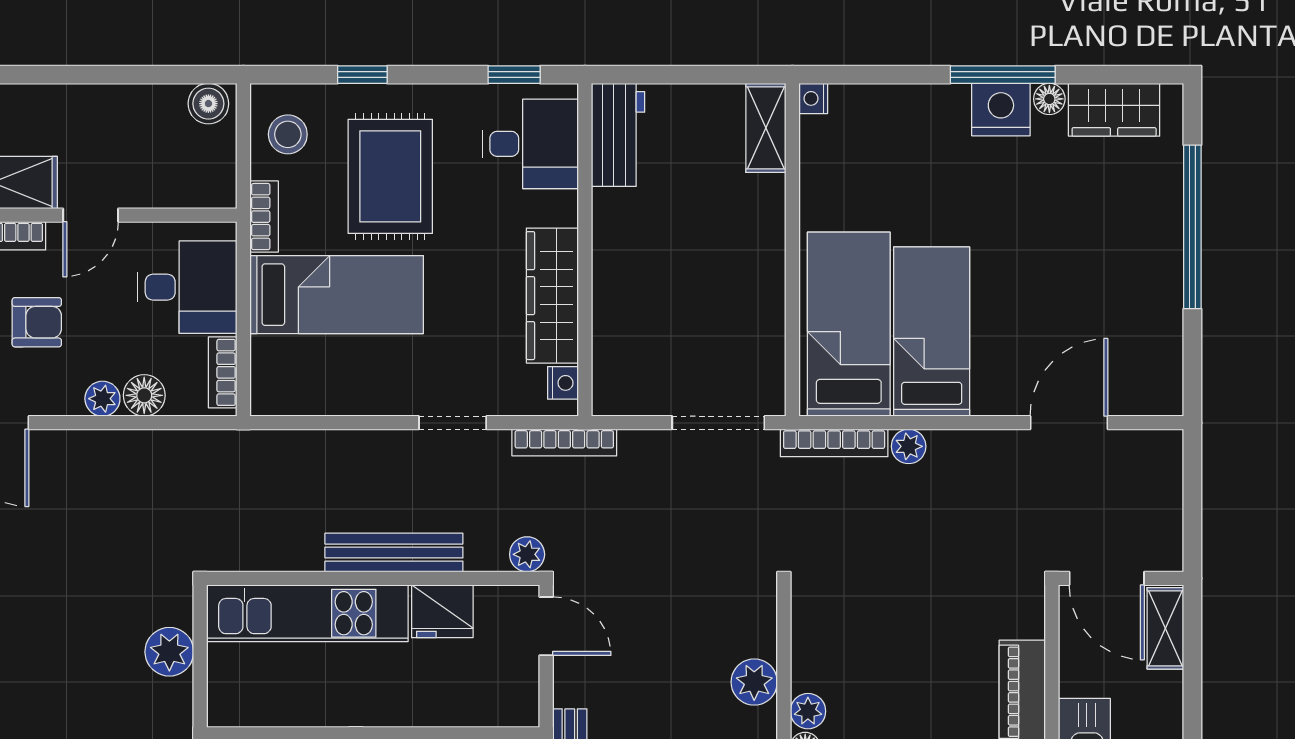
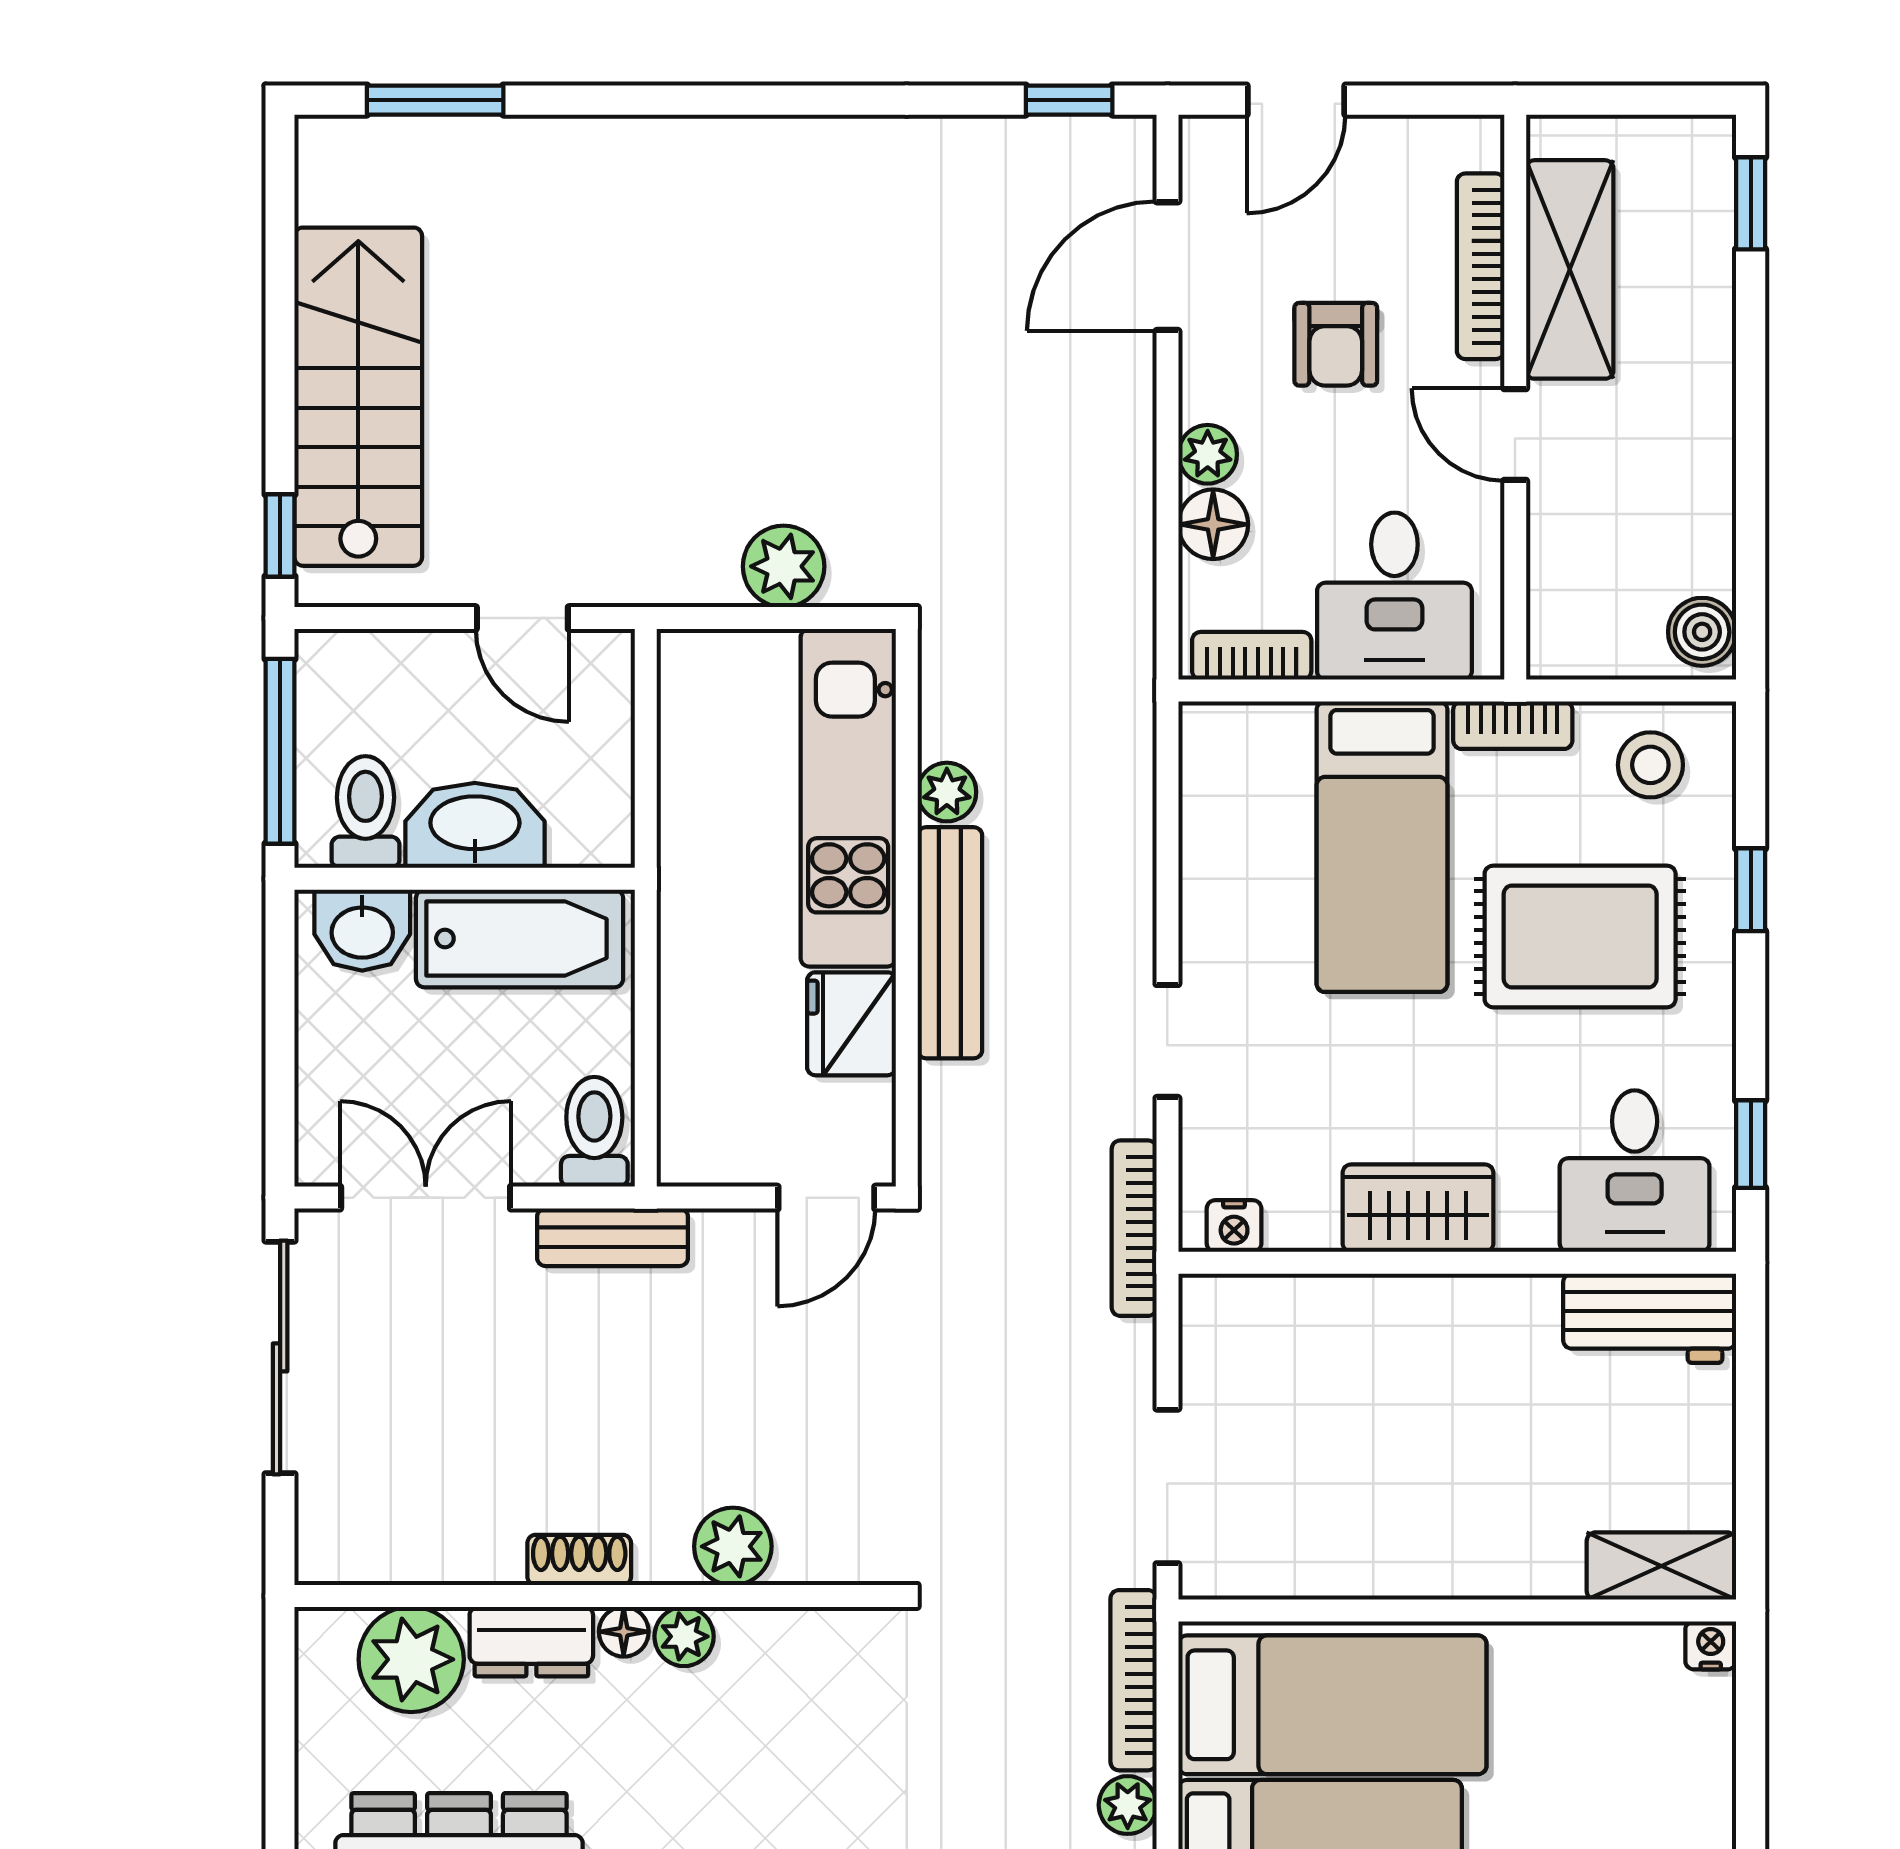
wardrobe: (552, 296) -> (1418, 1208), width x0.67
plant: (527, 554) -> (947, 792), moved

